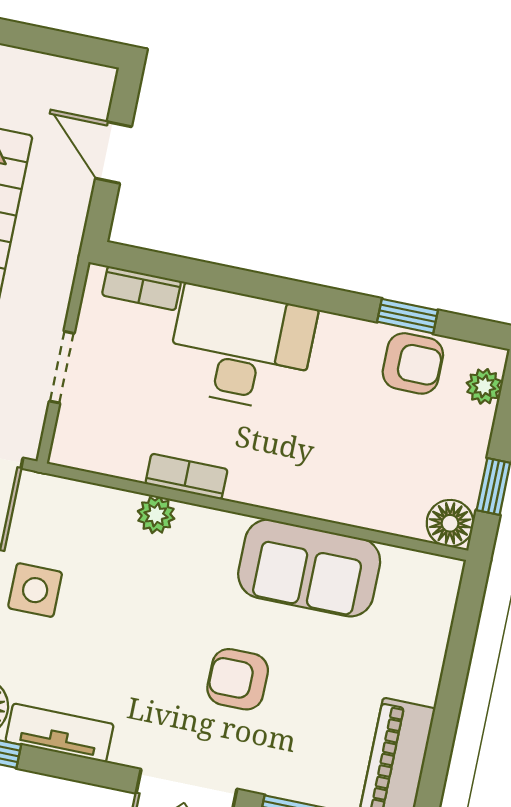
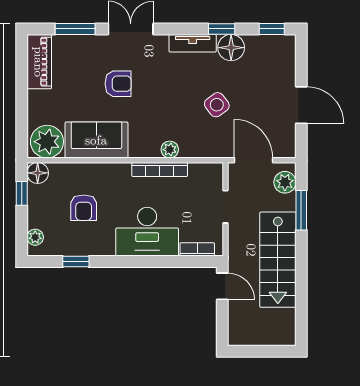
door: (113, 153) -> (222, 286), moved
armchair: (413, 363) -> (84, 208), moved, turned -90
bookcase: (186, 477) -> (160, 169), width x1.56
plant: (416, 586) -> (47, 142), added
side table: (35, 590) -> (217, 105), turned -37

